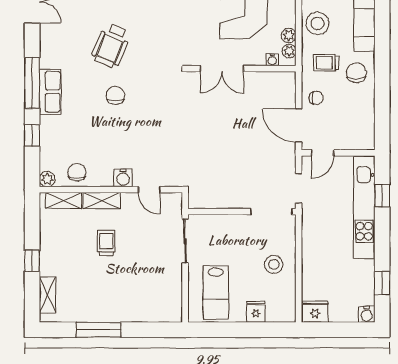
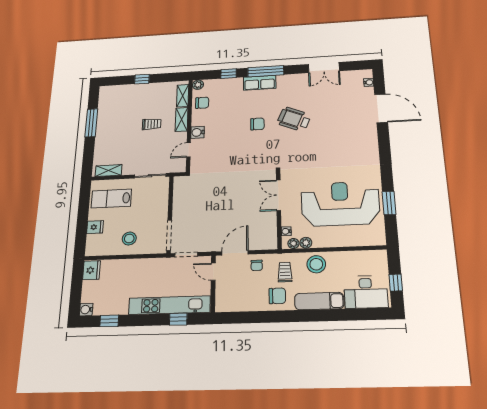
shelving: (48, 295) -> (108, 171), moved

